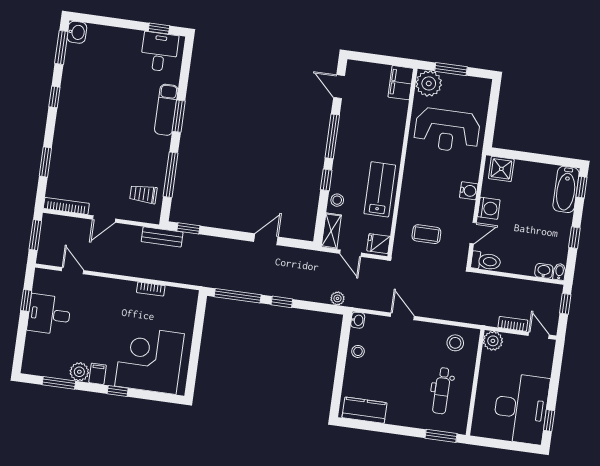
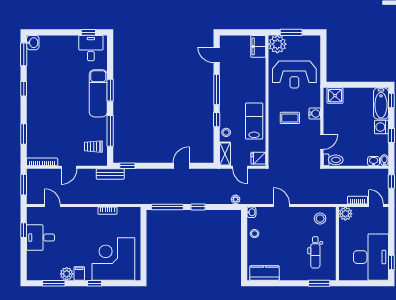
exam couch: (166, 110) -> (98, 93), width x1.36, depth x1.45
washing machine: (489, 208) -> (381, 127), moved, turned 180
coffee table: (426, 234) -> (290, 118), moved

